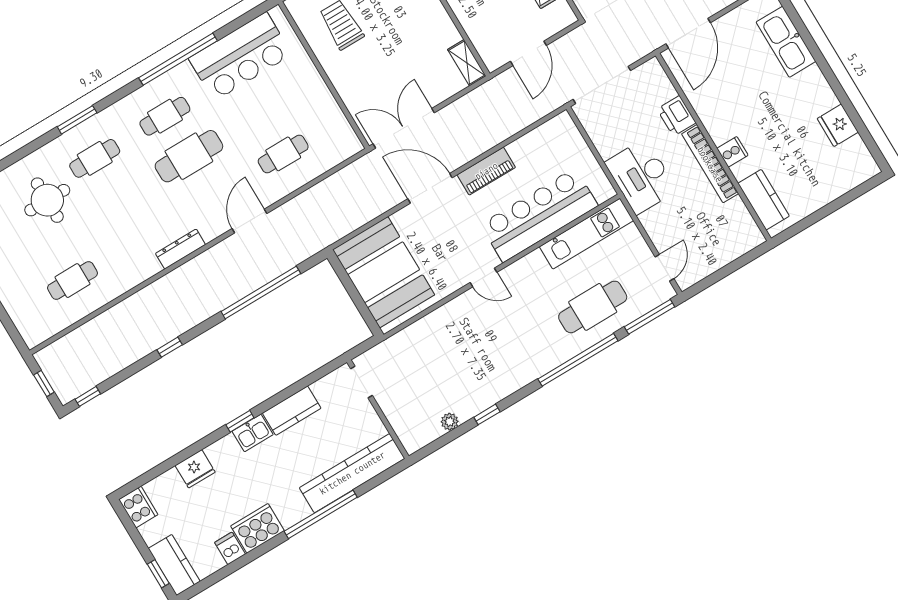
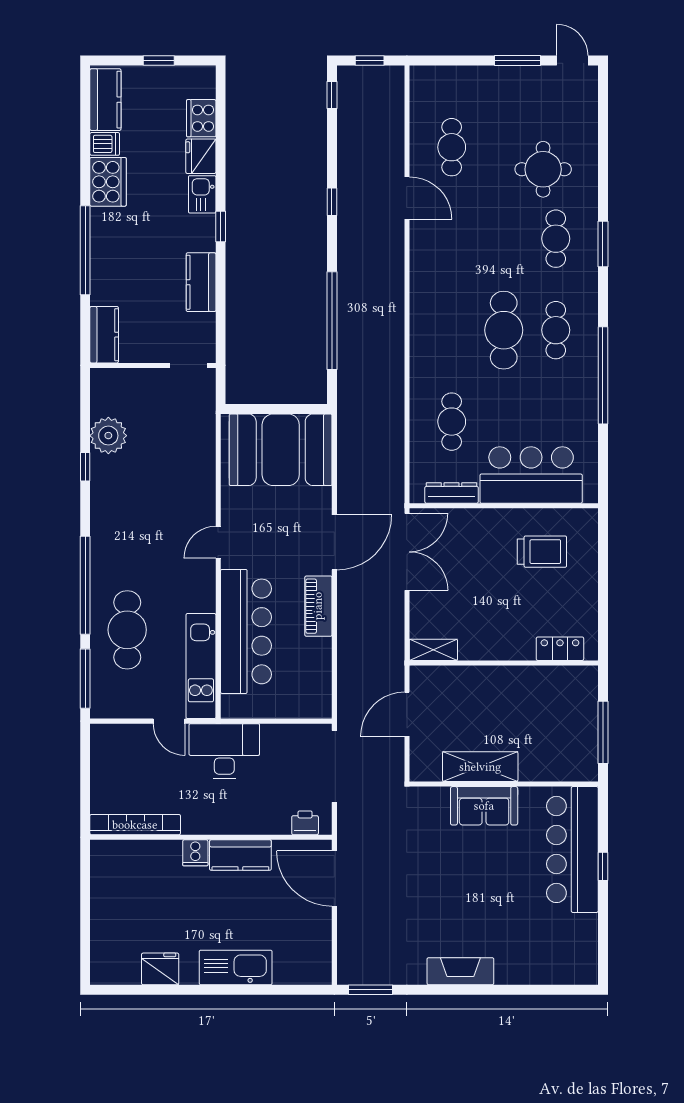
kitchen sink: (786, 42) -> (236, 967), moved
door: (528, 53) -> (407, 714), hinge flipped
bar counter: (240, 56) -> (531, 475), moved, turned 90
printer: (676, 116) -> (305, 823), moved, width x0.73, depth x0.81
bookcase: (710, 164) -> (135, 825), moved
kitchen counter: (764, 200) -> (240, 855), moved
door: (249, 221) -> (407, 198), moved
dresser: (180, 249) -> (452, 493), moved, turned -90
door: (664, 268) -> (169, 721), moved
plant: (450, 422) -> (108, 436), width x1.88, depth x1.88
kitchen sink: (253, 433) -> (202, 194), moved
kitchen counter: (352, 473) -> (104, 335), width x0.48, depth x0.86
cooker: (138, 507) -> (201, 118), moved, turned 90
kitchen counter: (174, 565) -> (105, 100), moved, turned -90
window: (158, 574) -> (159, 61), moved

